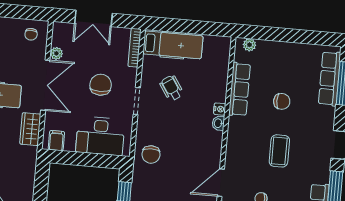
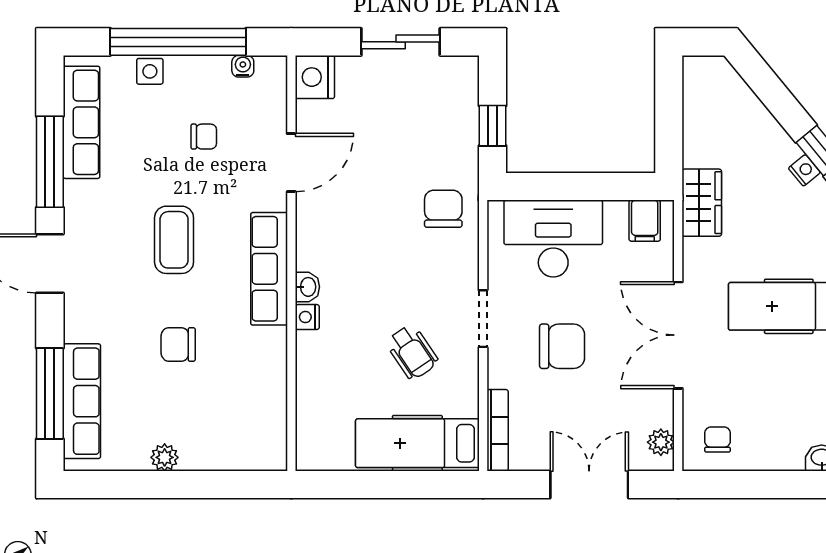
plant: (249, 45) -> (165, 457), moved
plant: (56, 53) -> (661, 442), moved
chair: (101, 85) -> (562, 346), turned -90
row of seats: (240, 89) -> (269, 269), moved
wardrobe: (30, 129) -> (702, 203), moved

